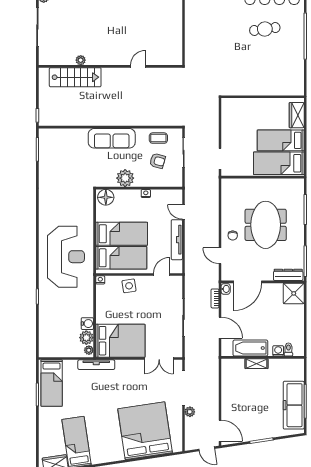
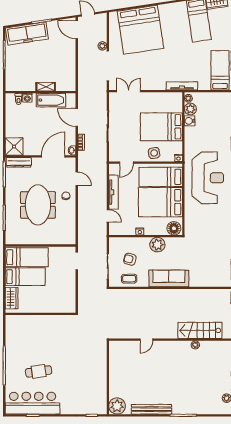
bed: (122, 234) -> (160, 202), width x1.50
reception desk: (66, 257) -> (208, 178), turned 180
bed: (120, 341) -> (161, 127), moved
freezer: (294, 405) -> (27, 33), moved, turned 81

